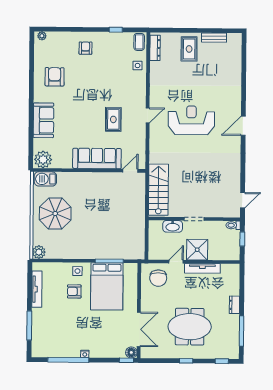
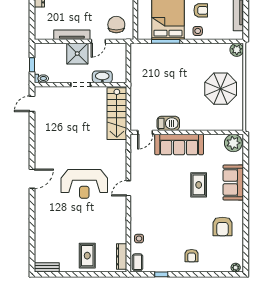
bench: (214, 38) -> (47, 267), moved
rug: (113, 119) -> (199, 185), moved
barbecue: (45, 179) -> (168, 123), moved

